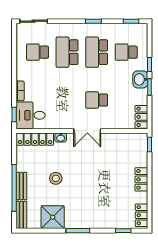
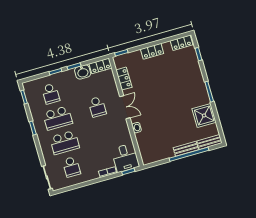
washbasin: (140, 79) -> (83, 72), moved
locker: (35, 139) -> (124, 79), moved, width x0.66
stool: (56, 178) -> (171, 122), removed

